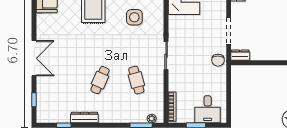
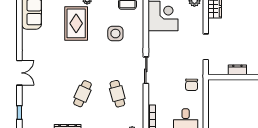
dresser: (240, 55) -> (237, 70), moved
double door: (34, 58) -> (19, 73), width x0.73
chair: (218, 60) -> (192, 85), moved

